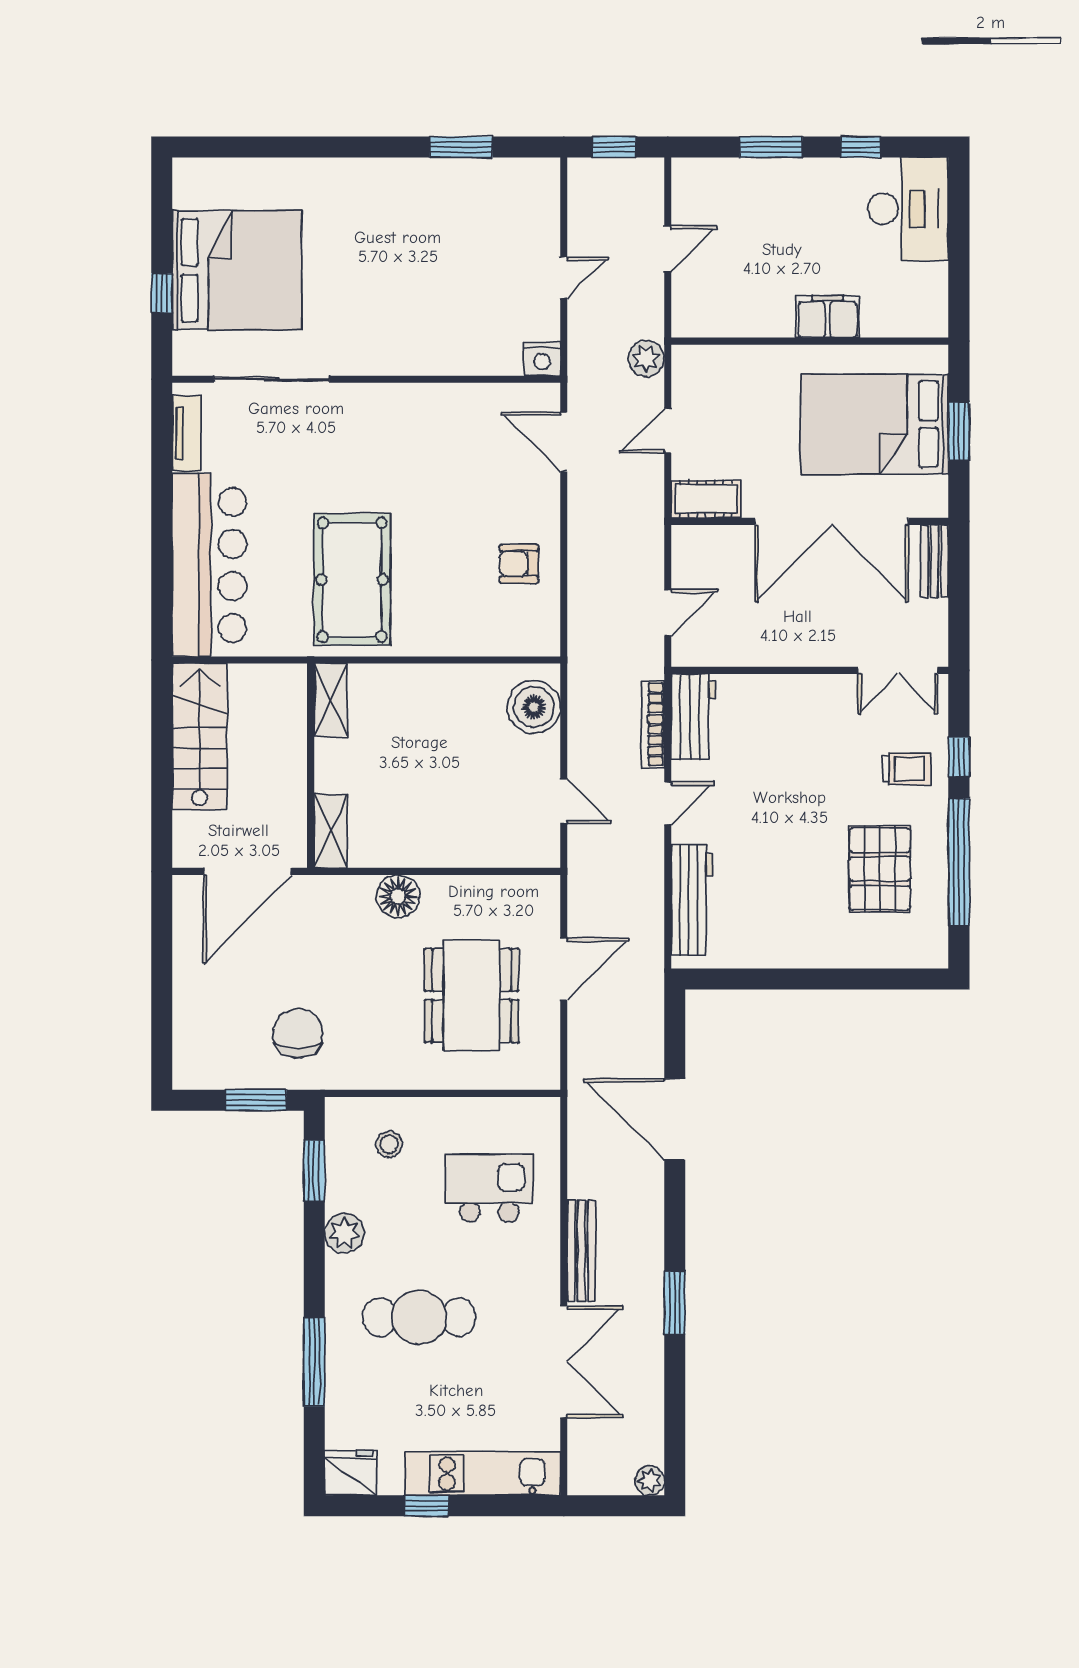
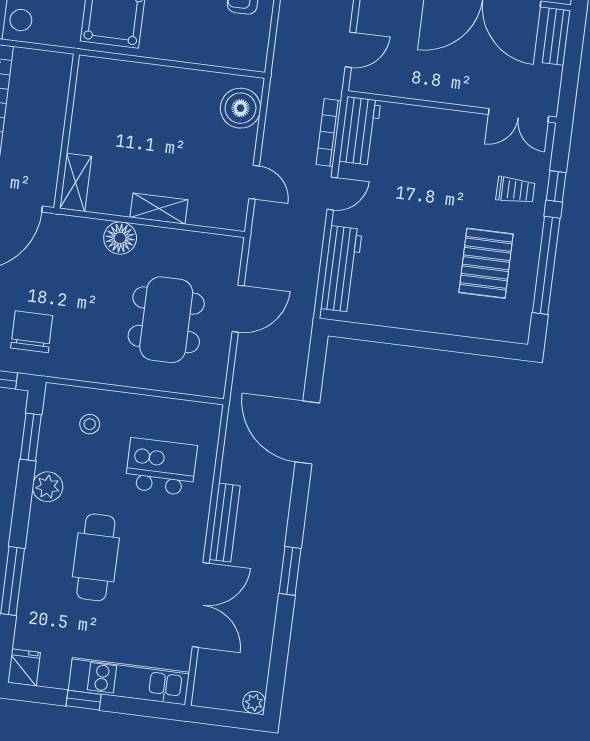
shelving: (331, 700) -> (159, 209), moved, turned 90
cafe table: (419, 1317) -> (96, 557), turned 90
fridge: (351, 1473) -> (24, 667), width x0.72

